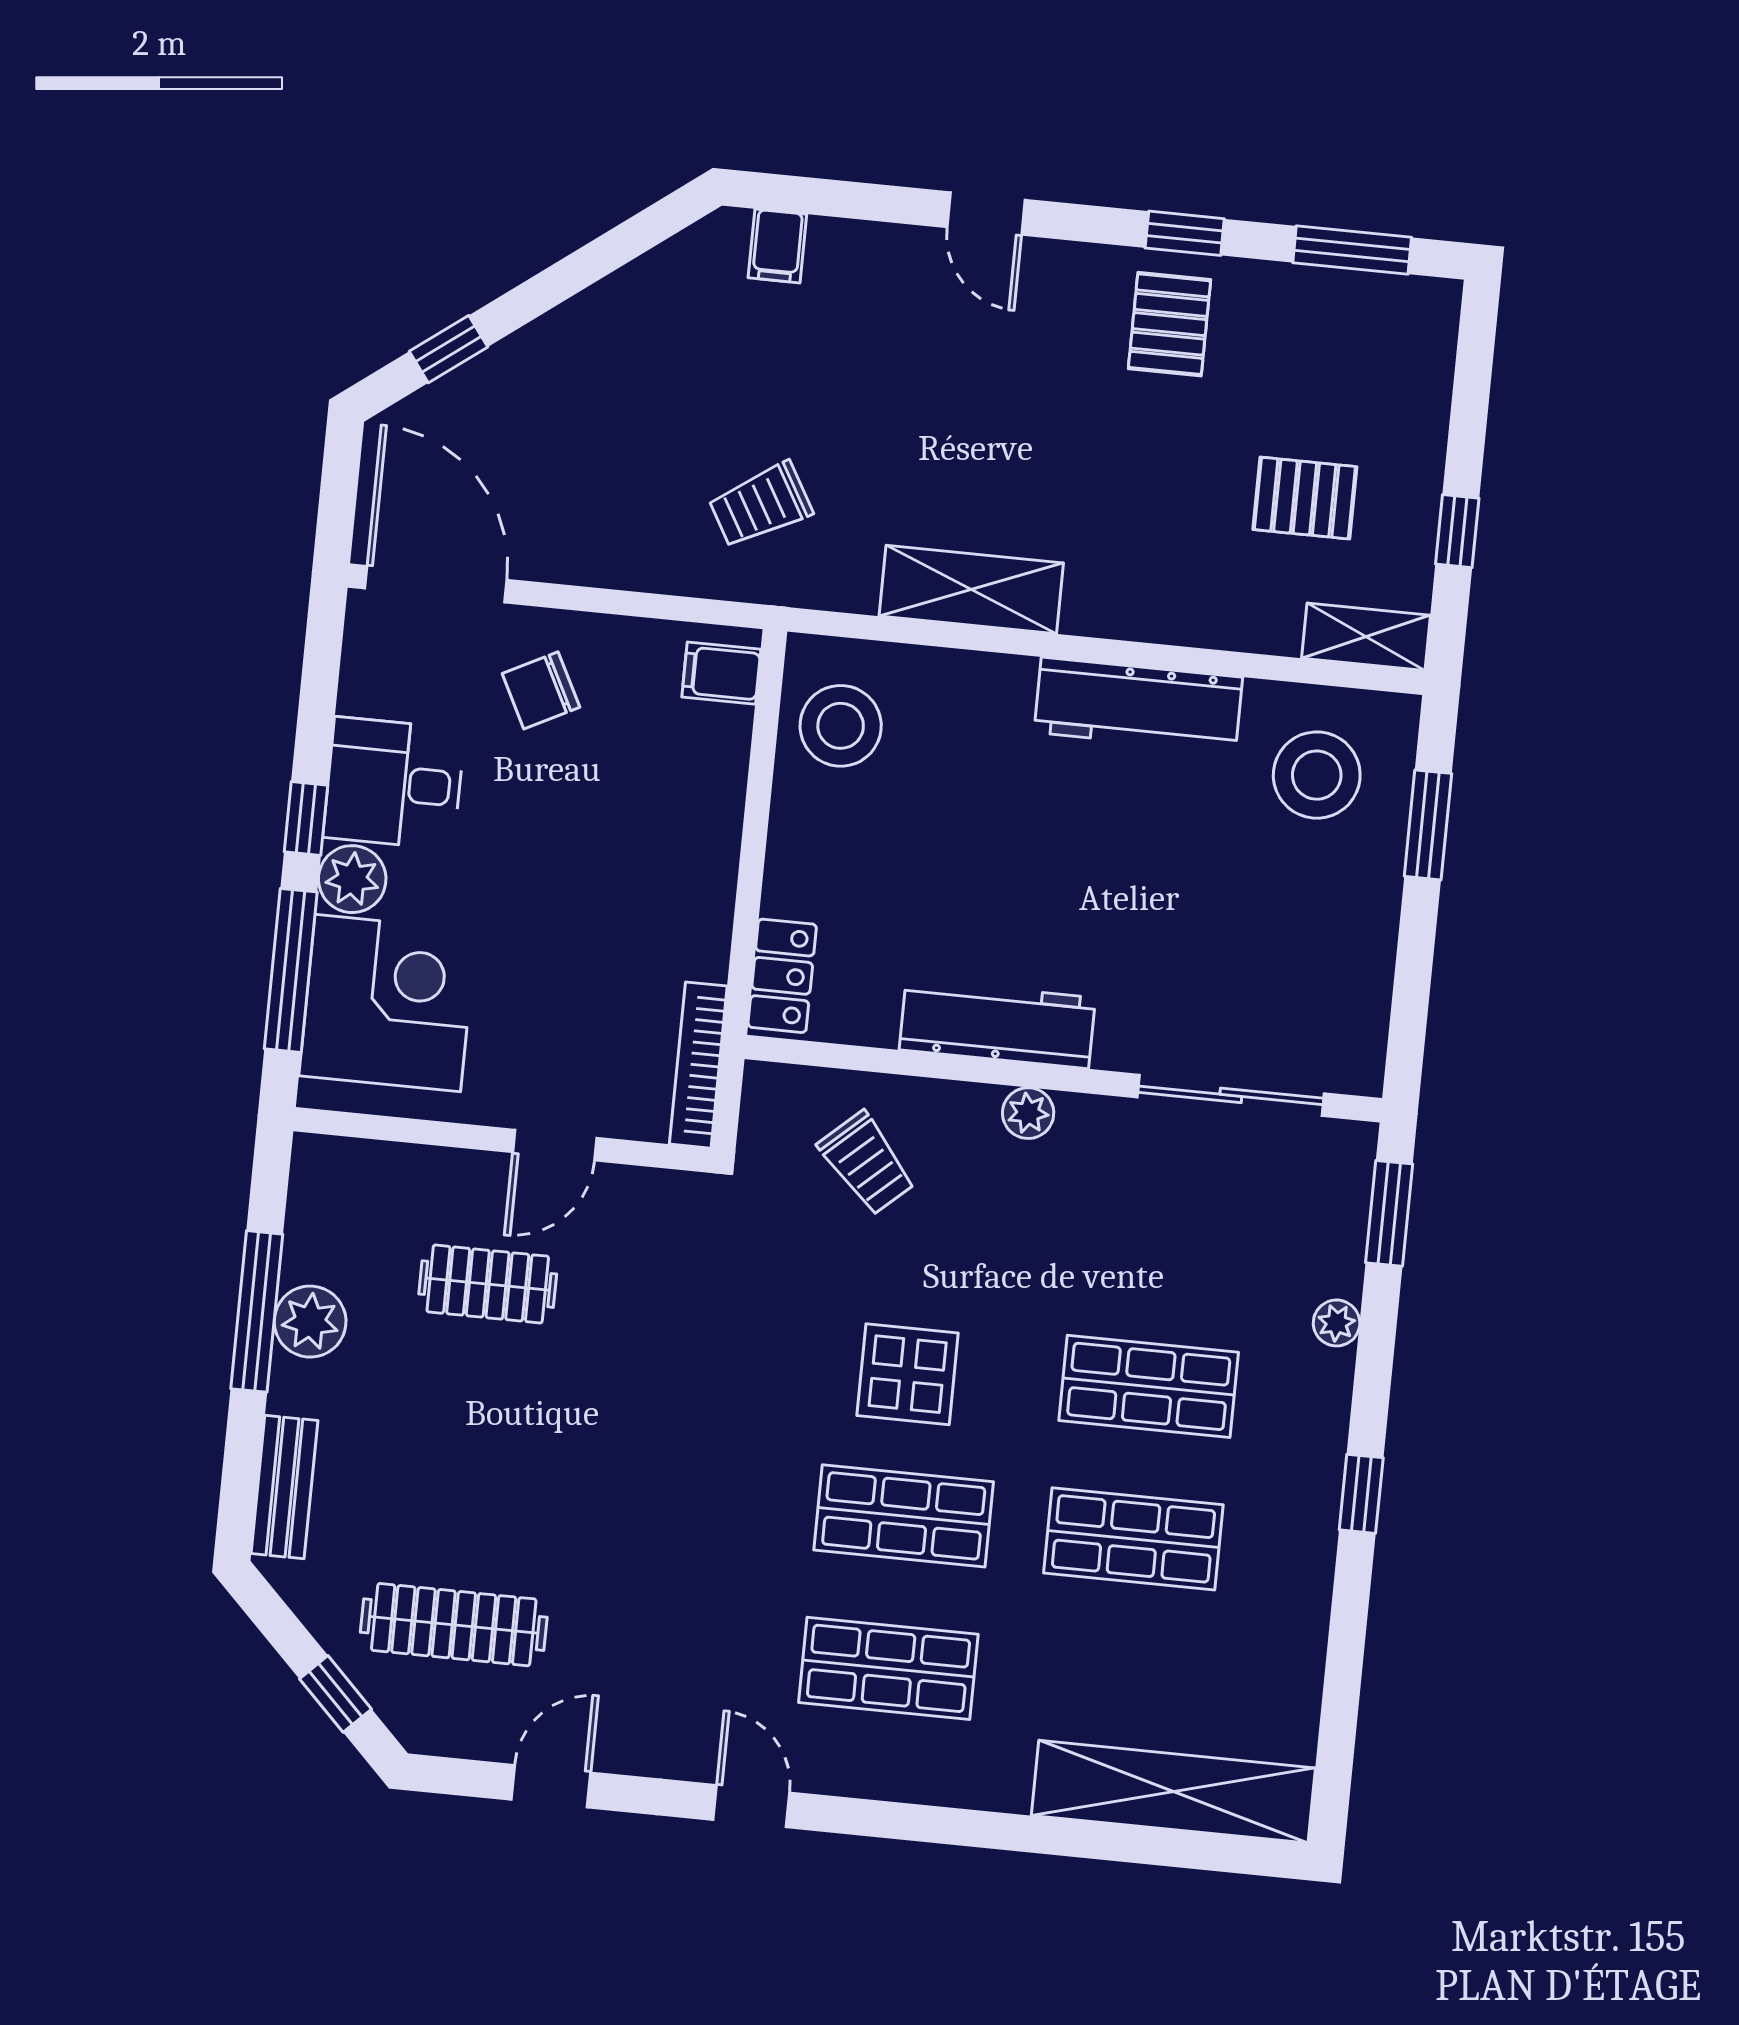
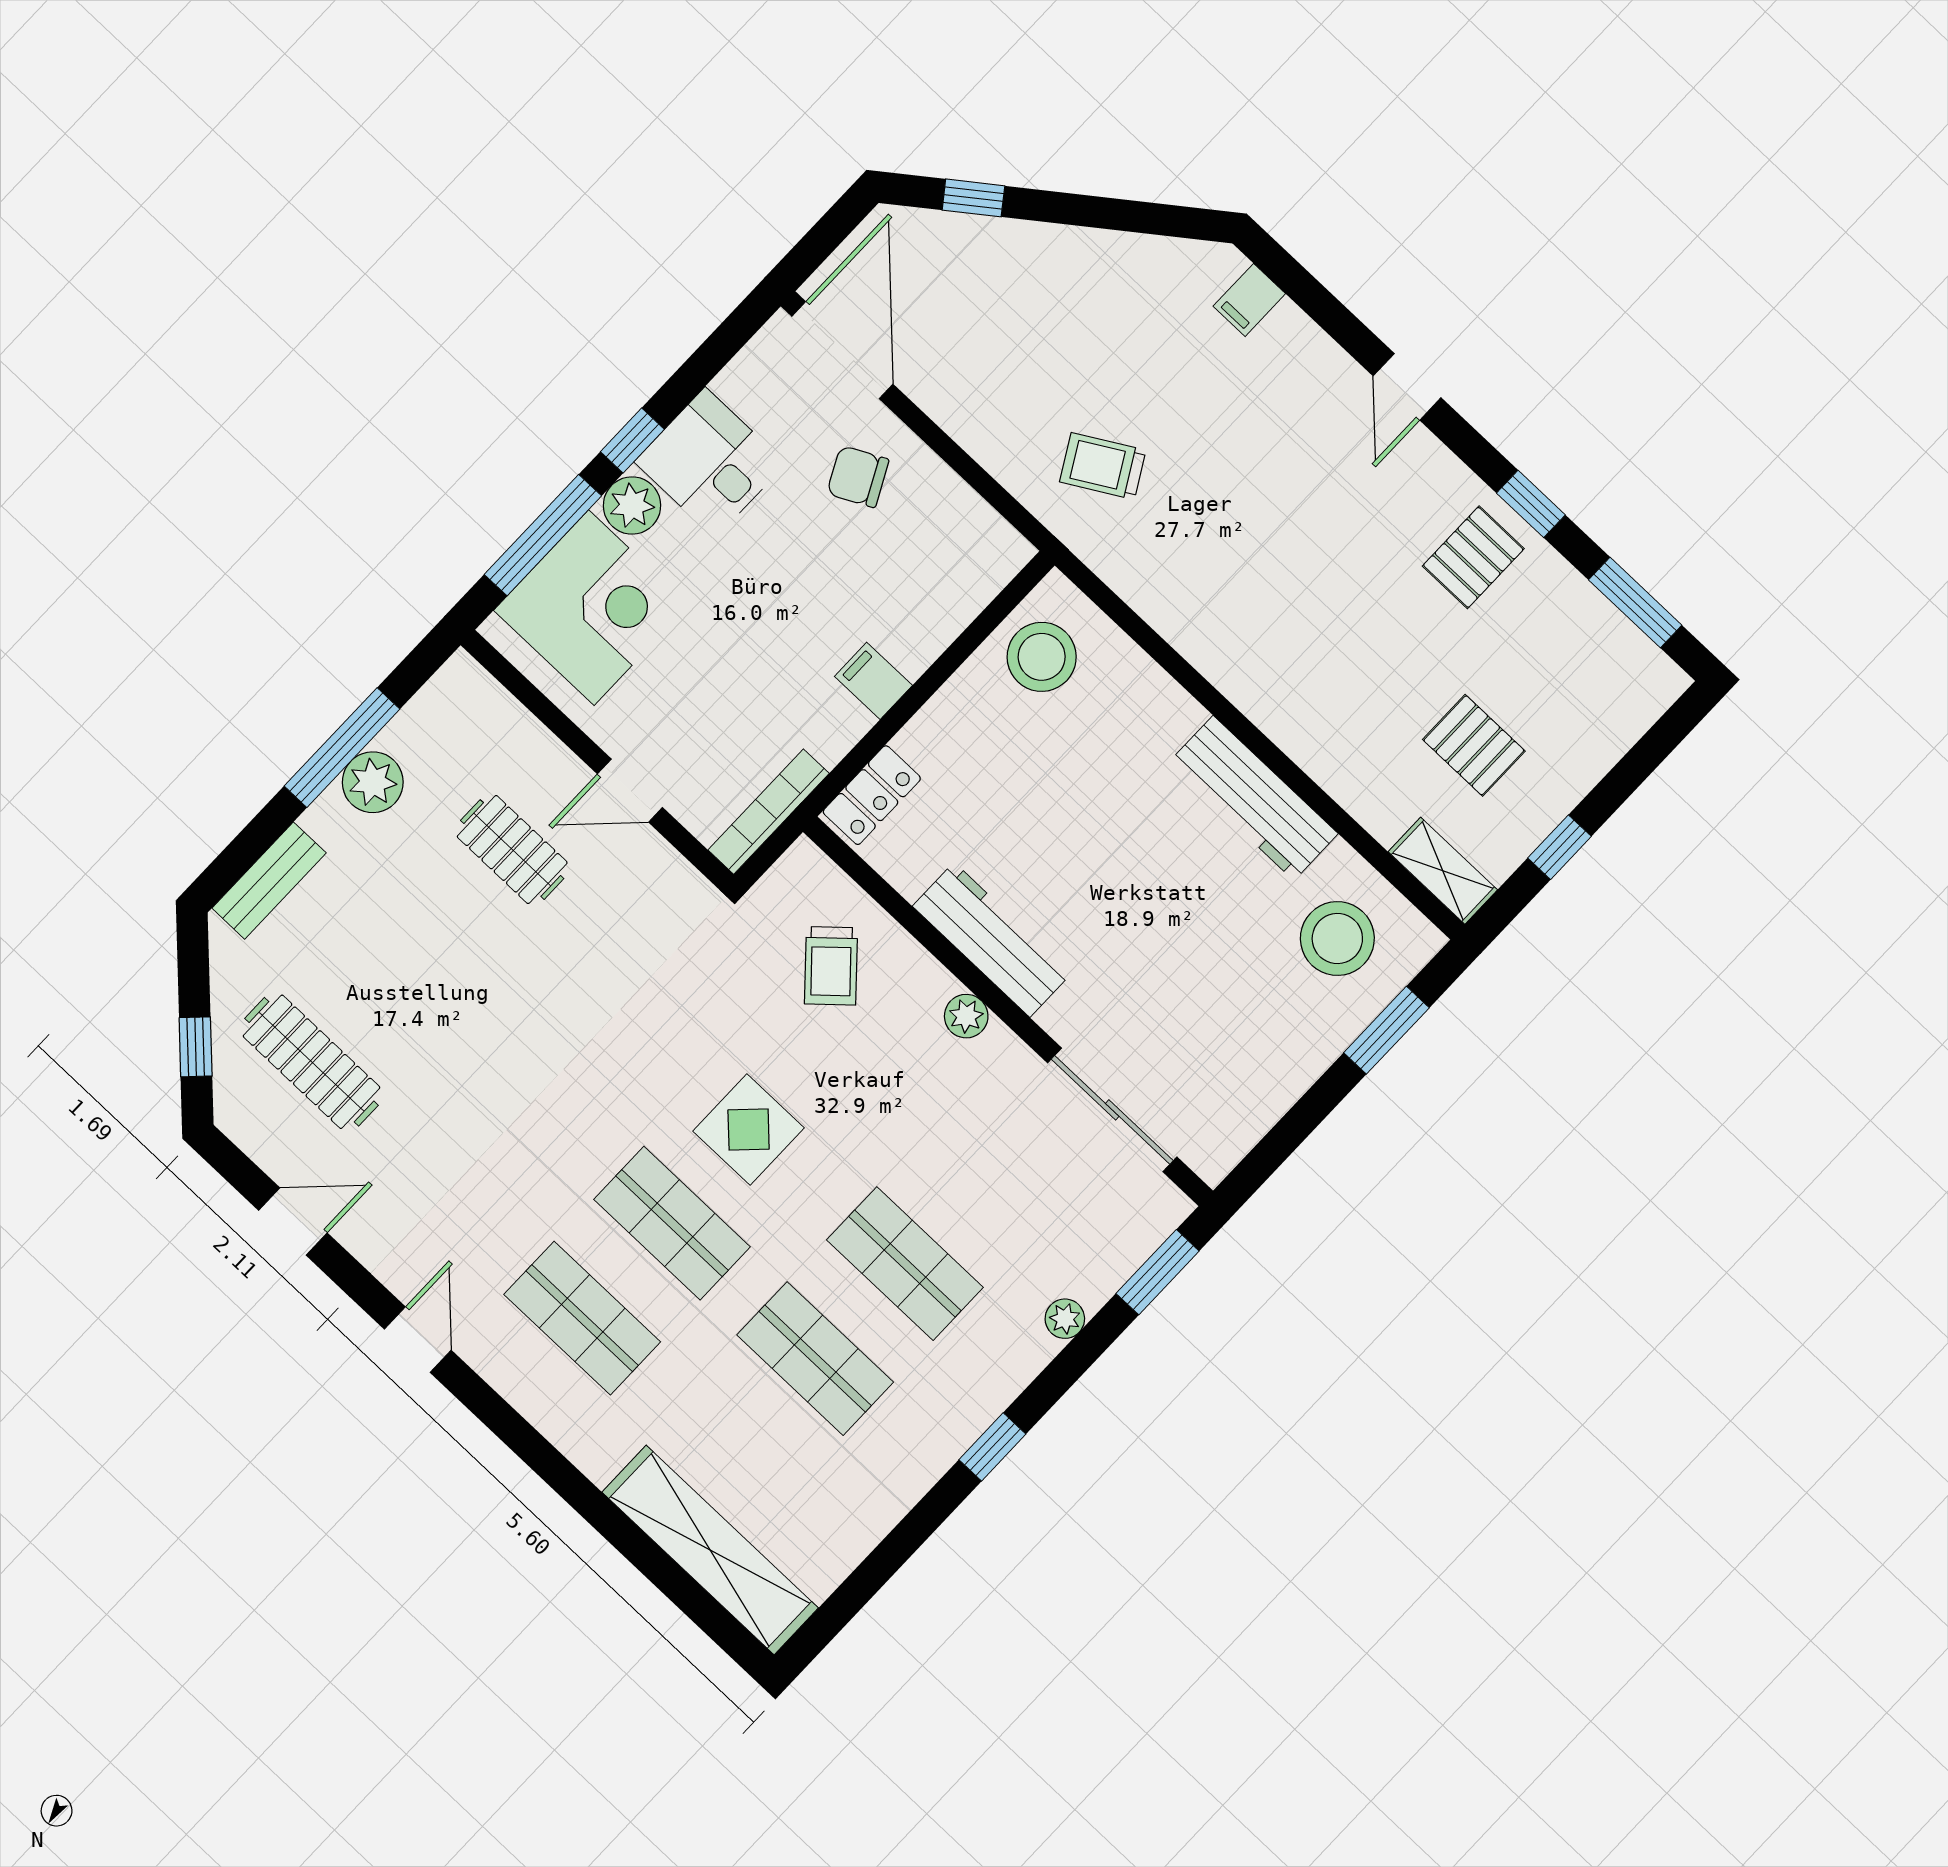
shelving: (971, 590) -> (1201, 633), removed
filing cabinet: (721, 673) -> (873, 681), moved

